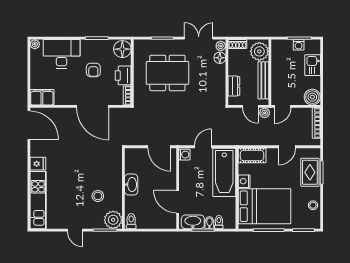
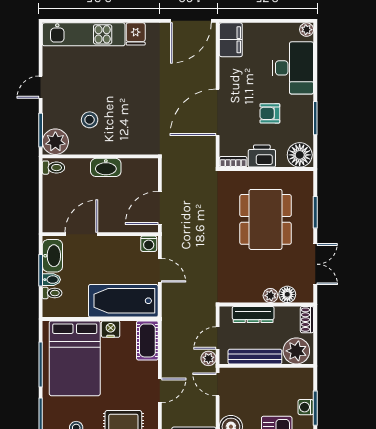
plant: (221, 46) -> (270, 296), moved
dresser: (234, 86) -> (253, 314), width x1.44
door: (287, 147) -> (160, 390), swing flipped

